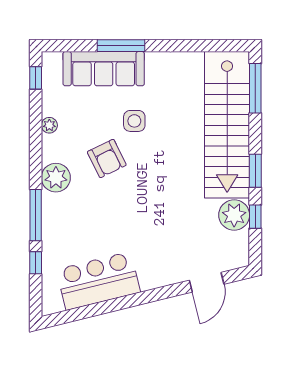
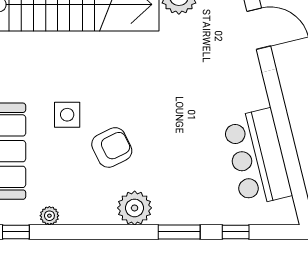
plant: (49, 125) -> (49, 216), moved
window: (36, 215) -> (179, 232), width x0.69

